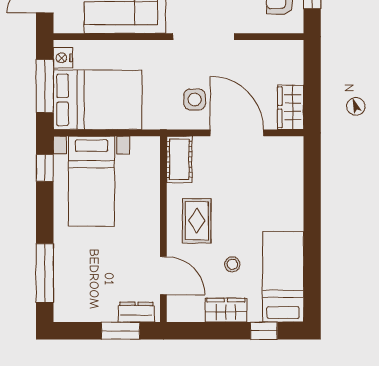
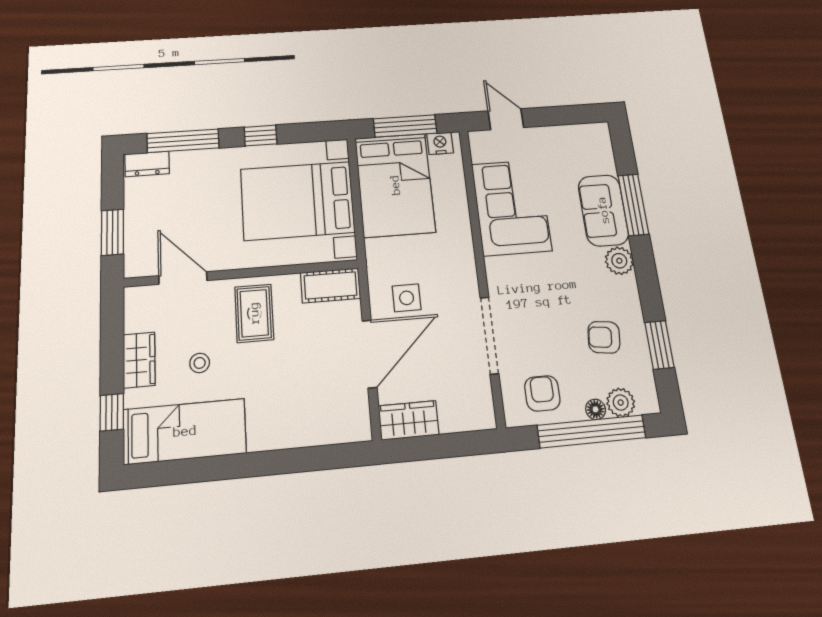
doorway: (204, 37) -> (489, 335), moved
window: (45, 168) -> (261, 136), moved
bed with nightstands: (91, 181) -> (298, 201), width x1.36
rug: (197, 221) -> (254, 313), turned 90
door: (163, 276) -> (183, 278), swing flipped
dresser: (136, 312) -> (147, 164), moved, turned 90

